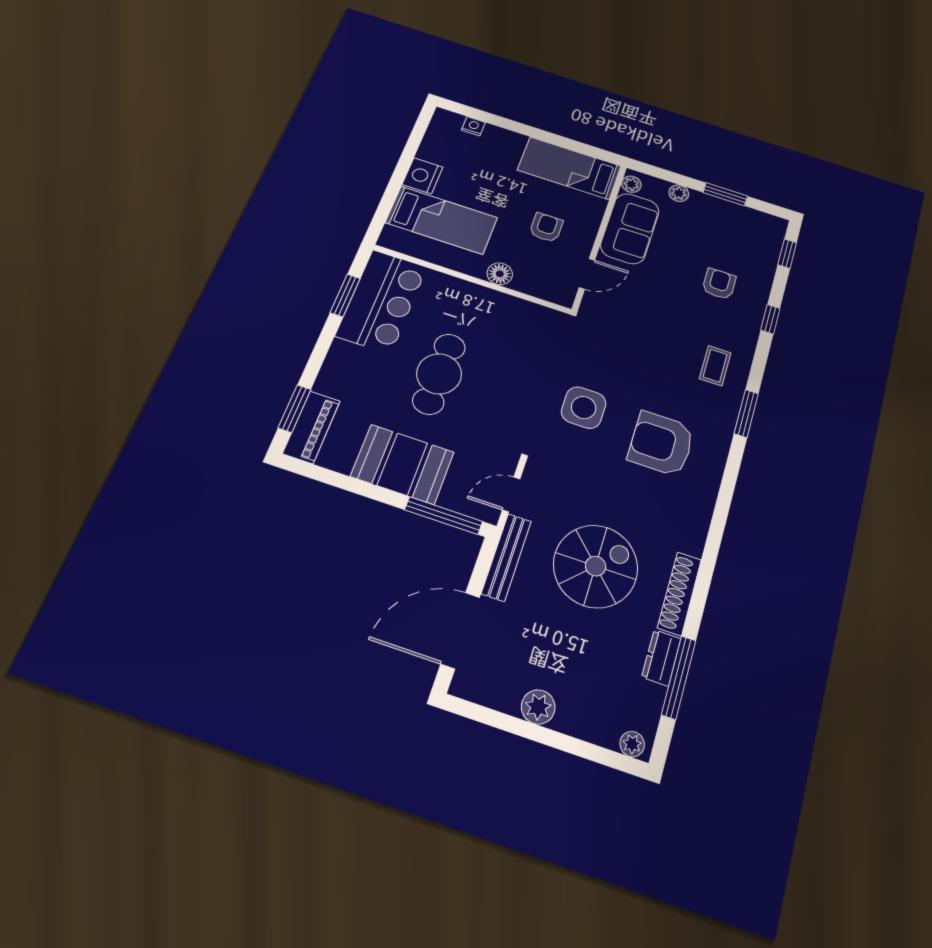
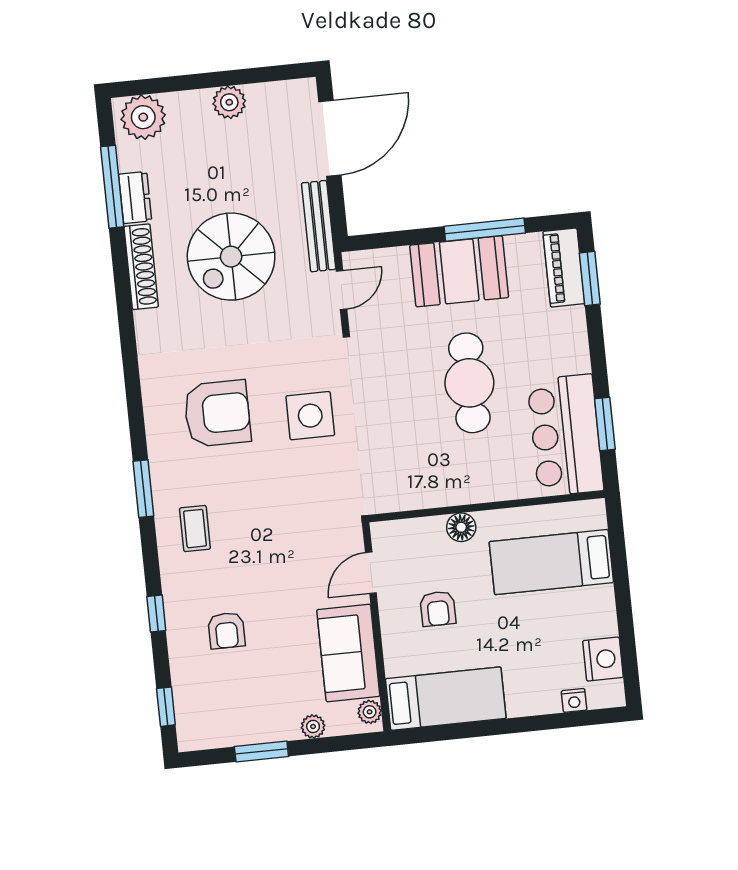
nightstand: (422, 176) -> (603, 659), moved
window: (444, 516) -> (485, 230), moved
plant: (632, 744) -> (143, 117), width x1.88, depth x1.88

